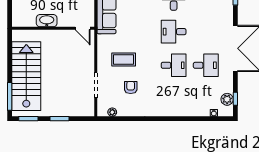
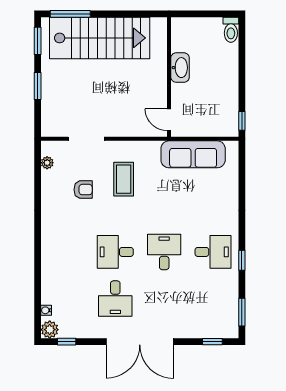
door: (83, 28) -> (169, 120), hinge flipped
desk: (174, 65) -> (115, 252), turned 90
plant: (227, 99) -> (50, 330), moved

